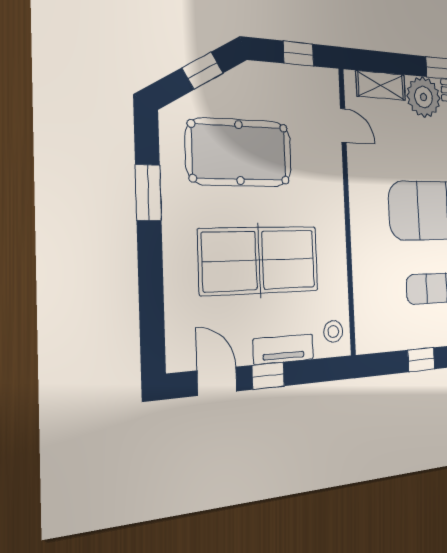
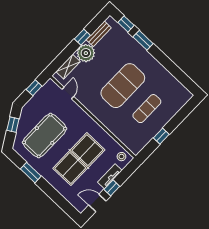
door: (343, 125) -> (68, 93), hinge flipped

